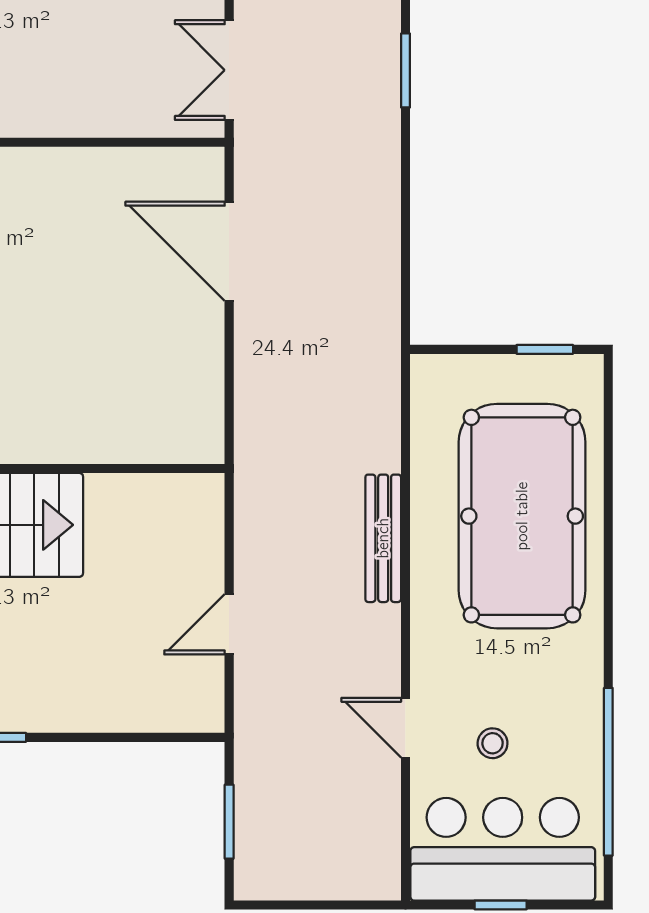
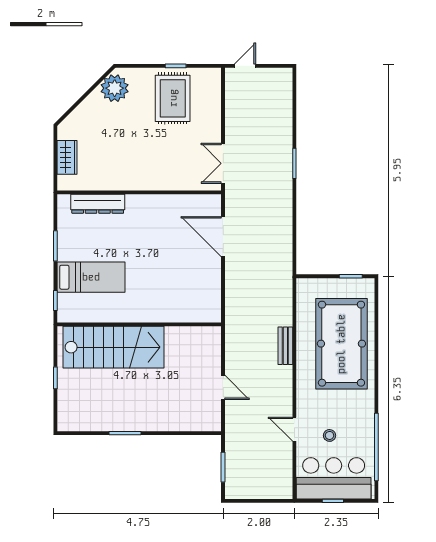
bench: (383, 538) -> (285, 346), width x0.73
door: (229, 624) -> (223, 387), swing flipped

